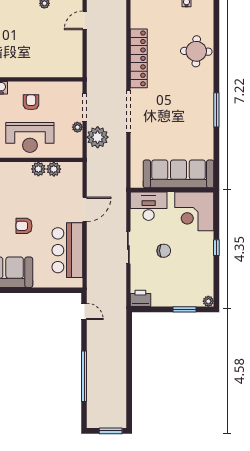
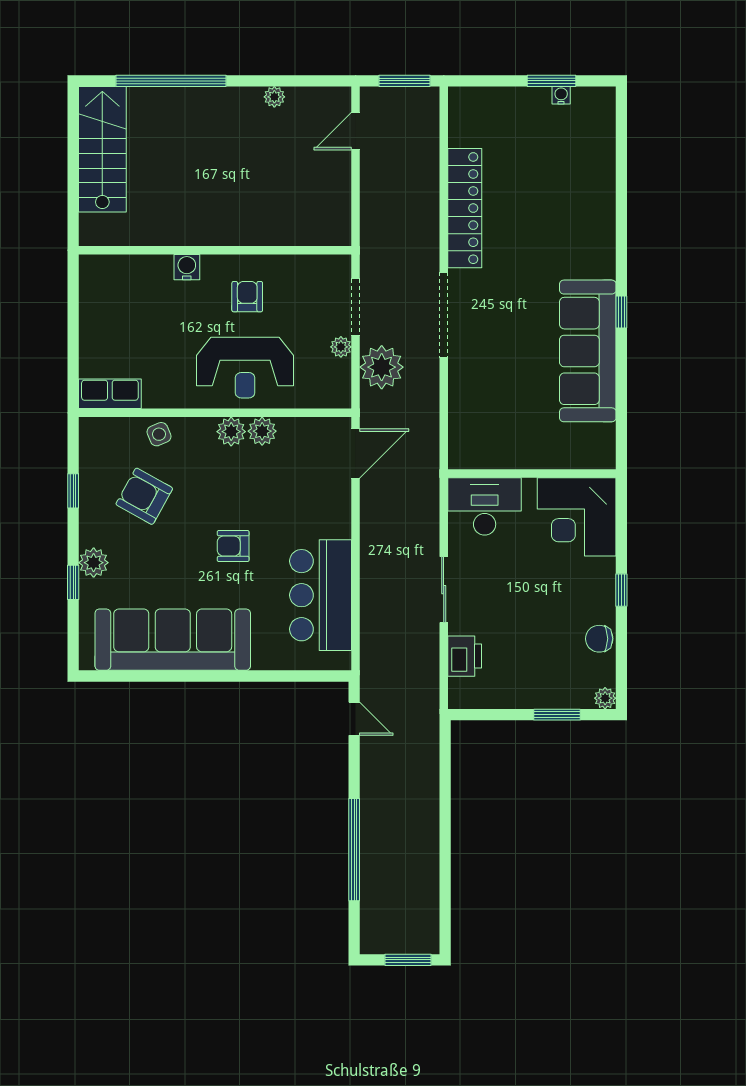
round table: (196, 51) -> (581, 194), removed
window: (216, 110) -> (621, 312), width x0.46
plant: (54, 169) -> (231, 432), moved
sofa: (179, 174) -> (588, 351), moved, turned -90
door: (85, 209) -> (356, 454), moved
chair: (164, 251) -> (599, 639), moved, turned 180
printer: (140, 298) -> (465, 656), moved, turned 90

